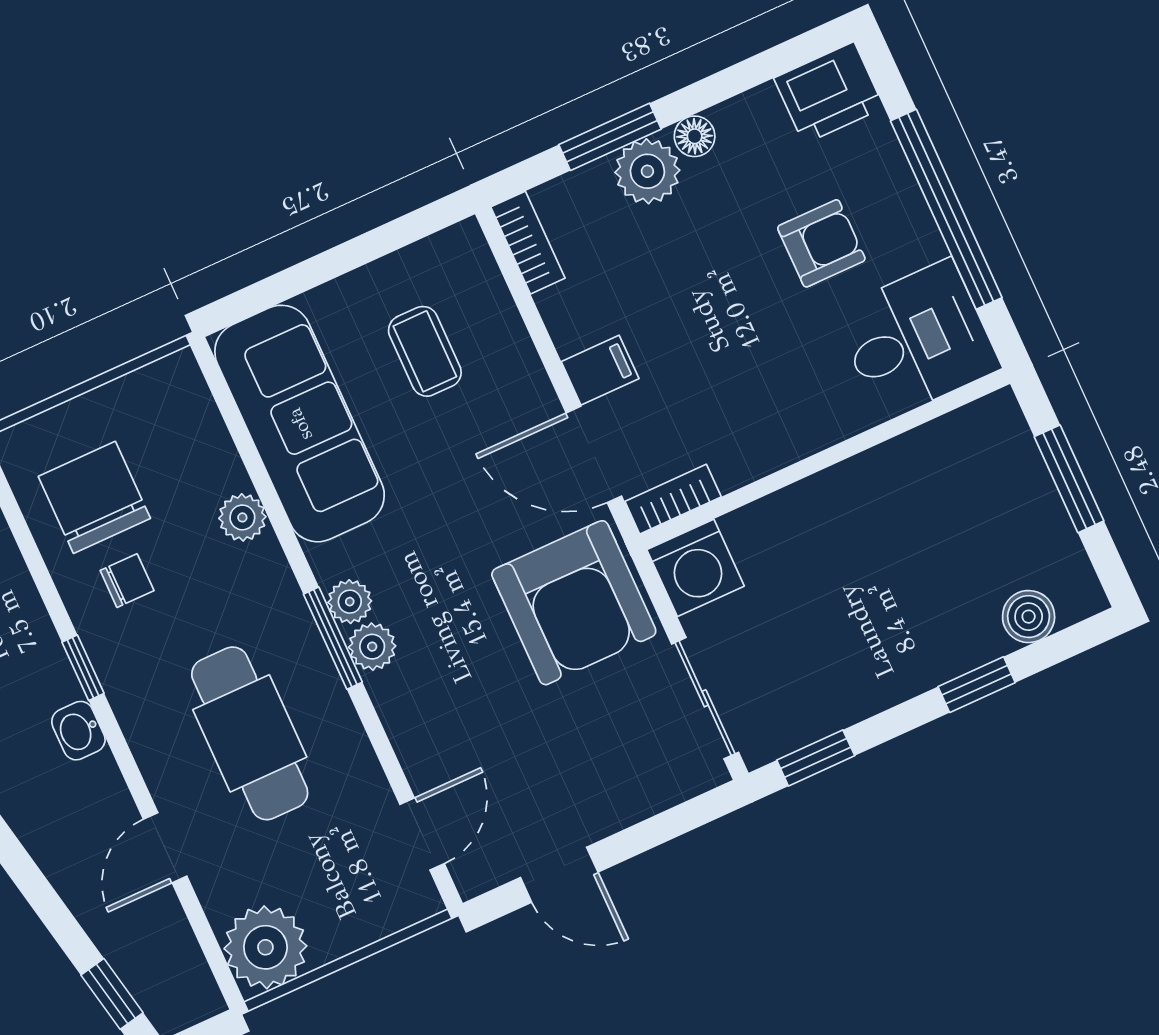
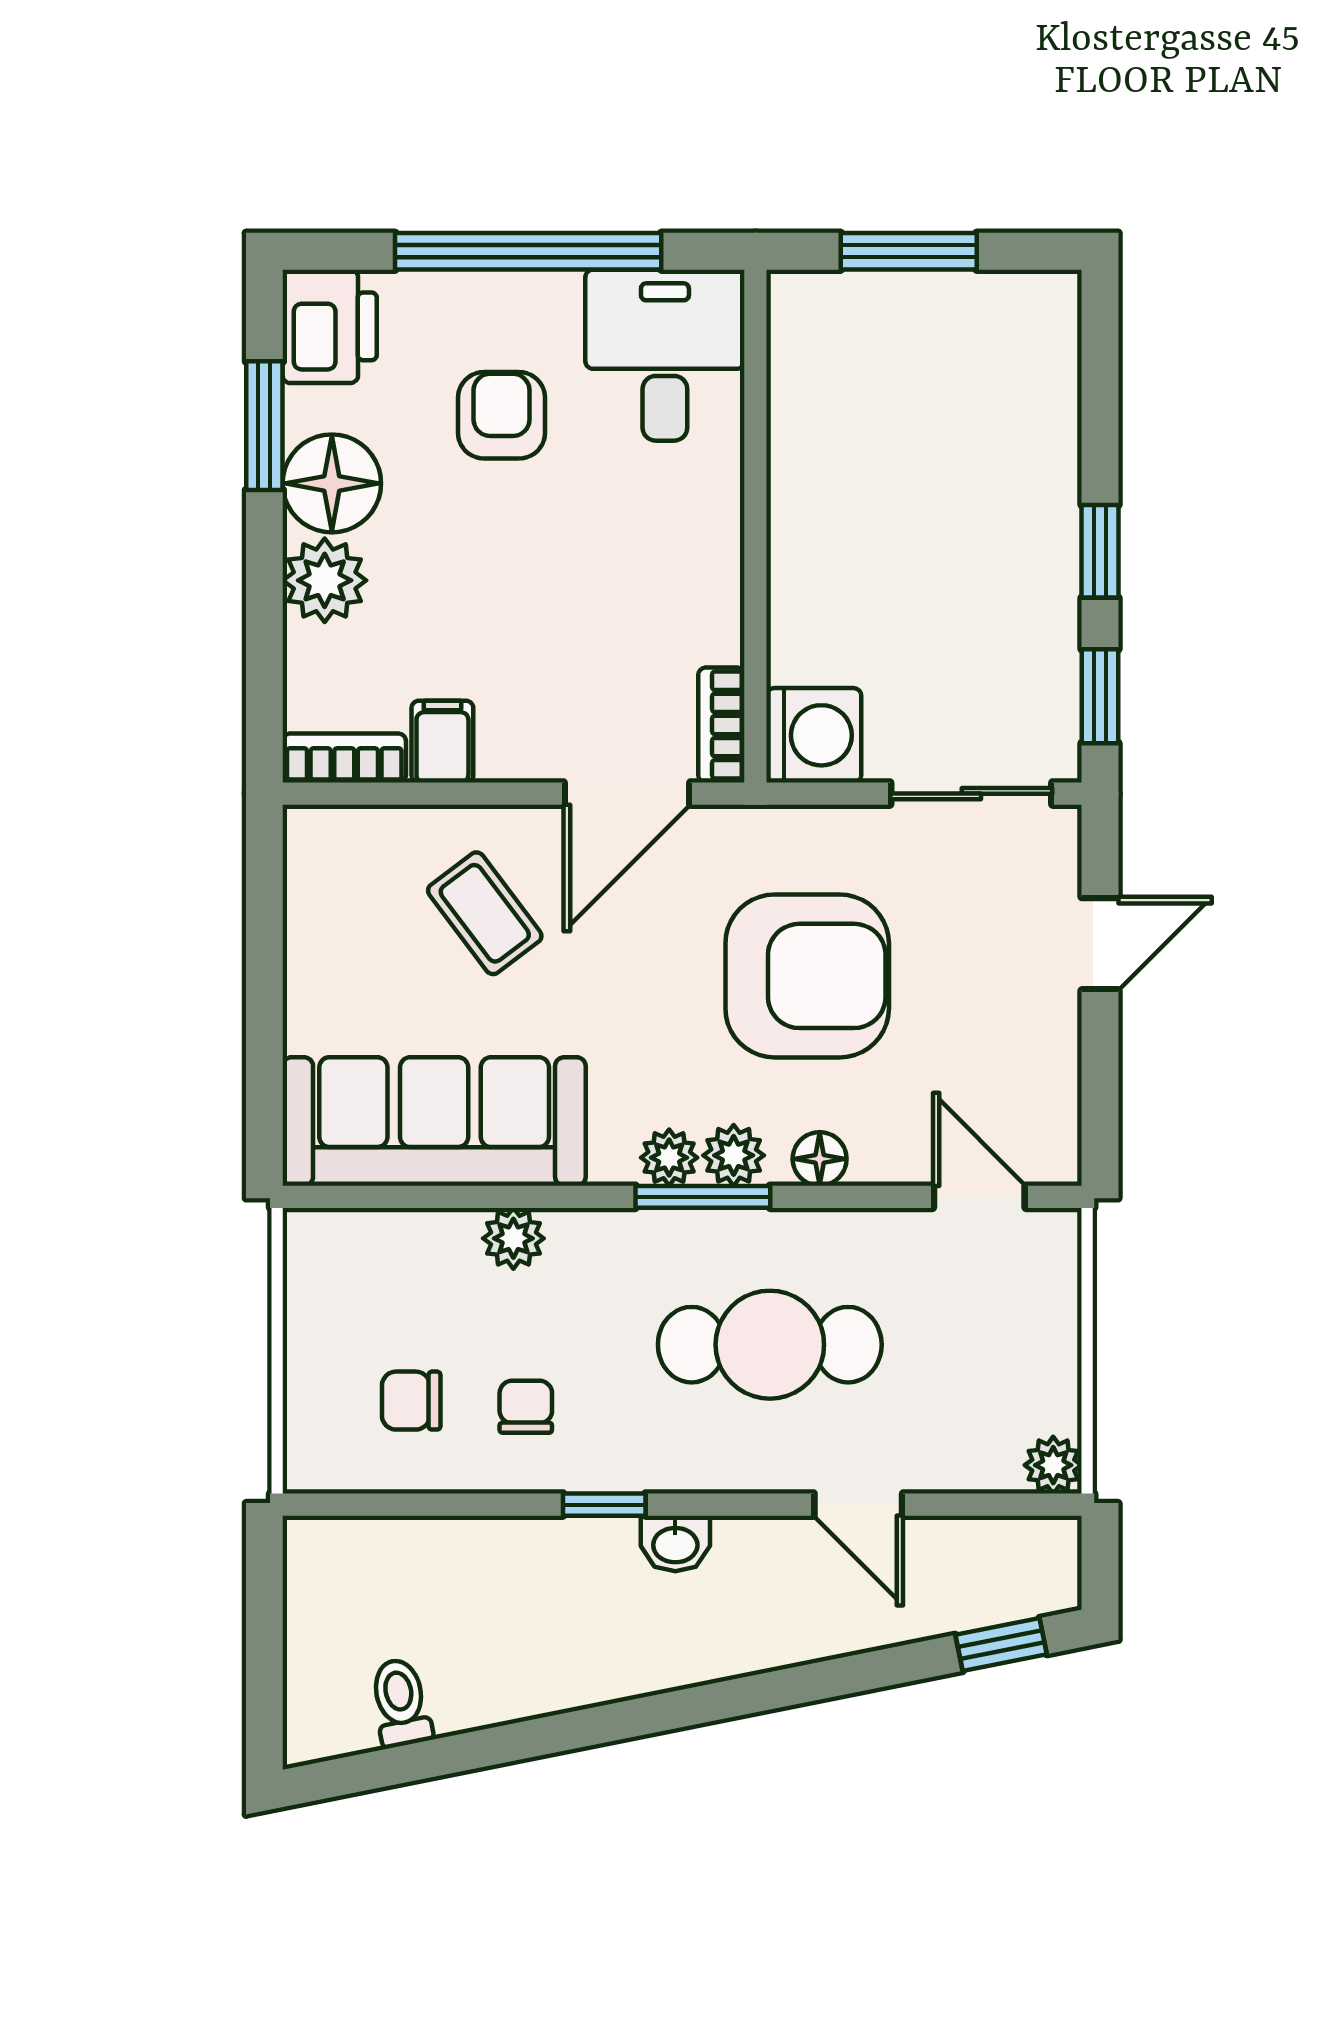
floor lamp: (695, 136) -> (332, 483), width x1.89, depth x1.89
window: (610, 137) -> (264, 426), moved
coffee table: (425, 351) -> (485, 913), moved, turned 53
filing cabinet: (600, 370) -> (442, 742), moved
chair: (94, 497) -> (411, 1401), width x0.54, depth x0.54
armchair: (574, 603) -> (807, 976), moved
boiler: (1029, 617) -> (1048, 372), removed
window: (977, 685) -> (1100, 551), moved
floor lamp: (397, 709) -> (820, 1159), added
door: (559, 875) -> (1100, 944), moved
plant: (265, 947) -> (1053, 1465), width x0.53, depth x0.53

